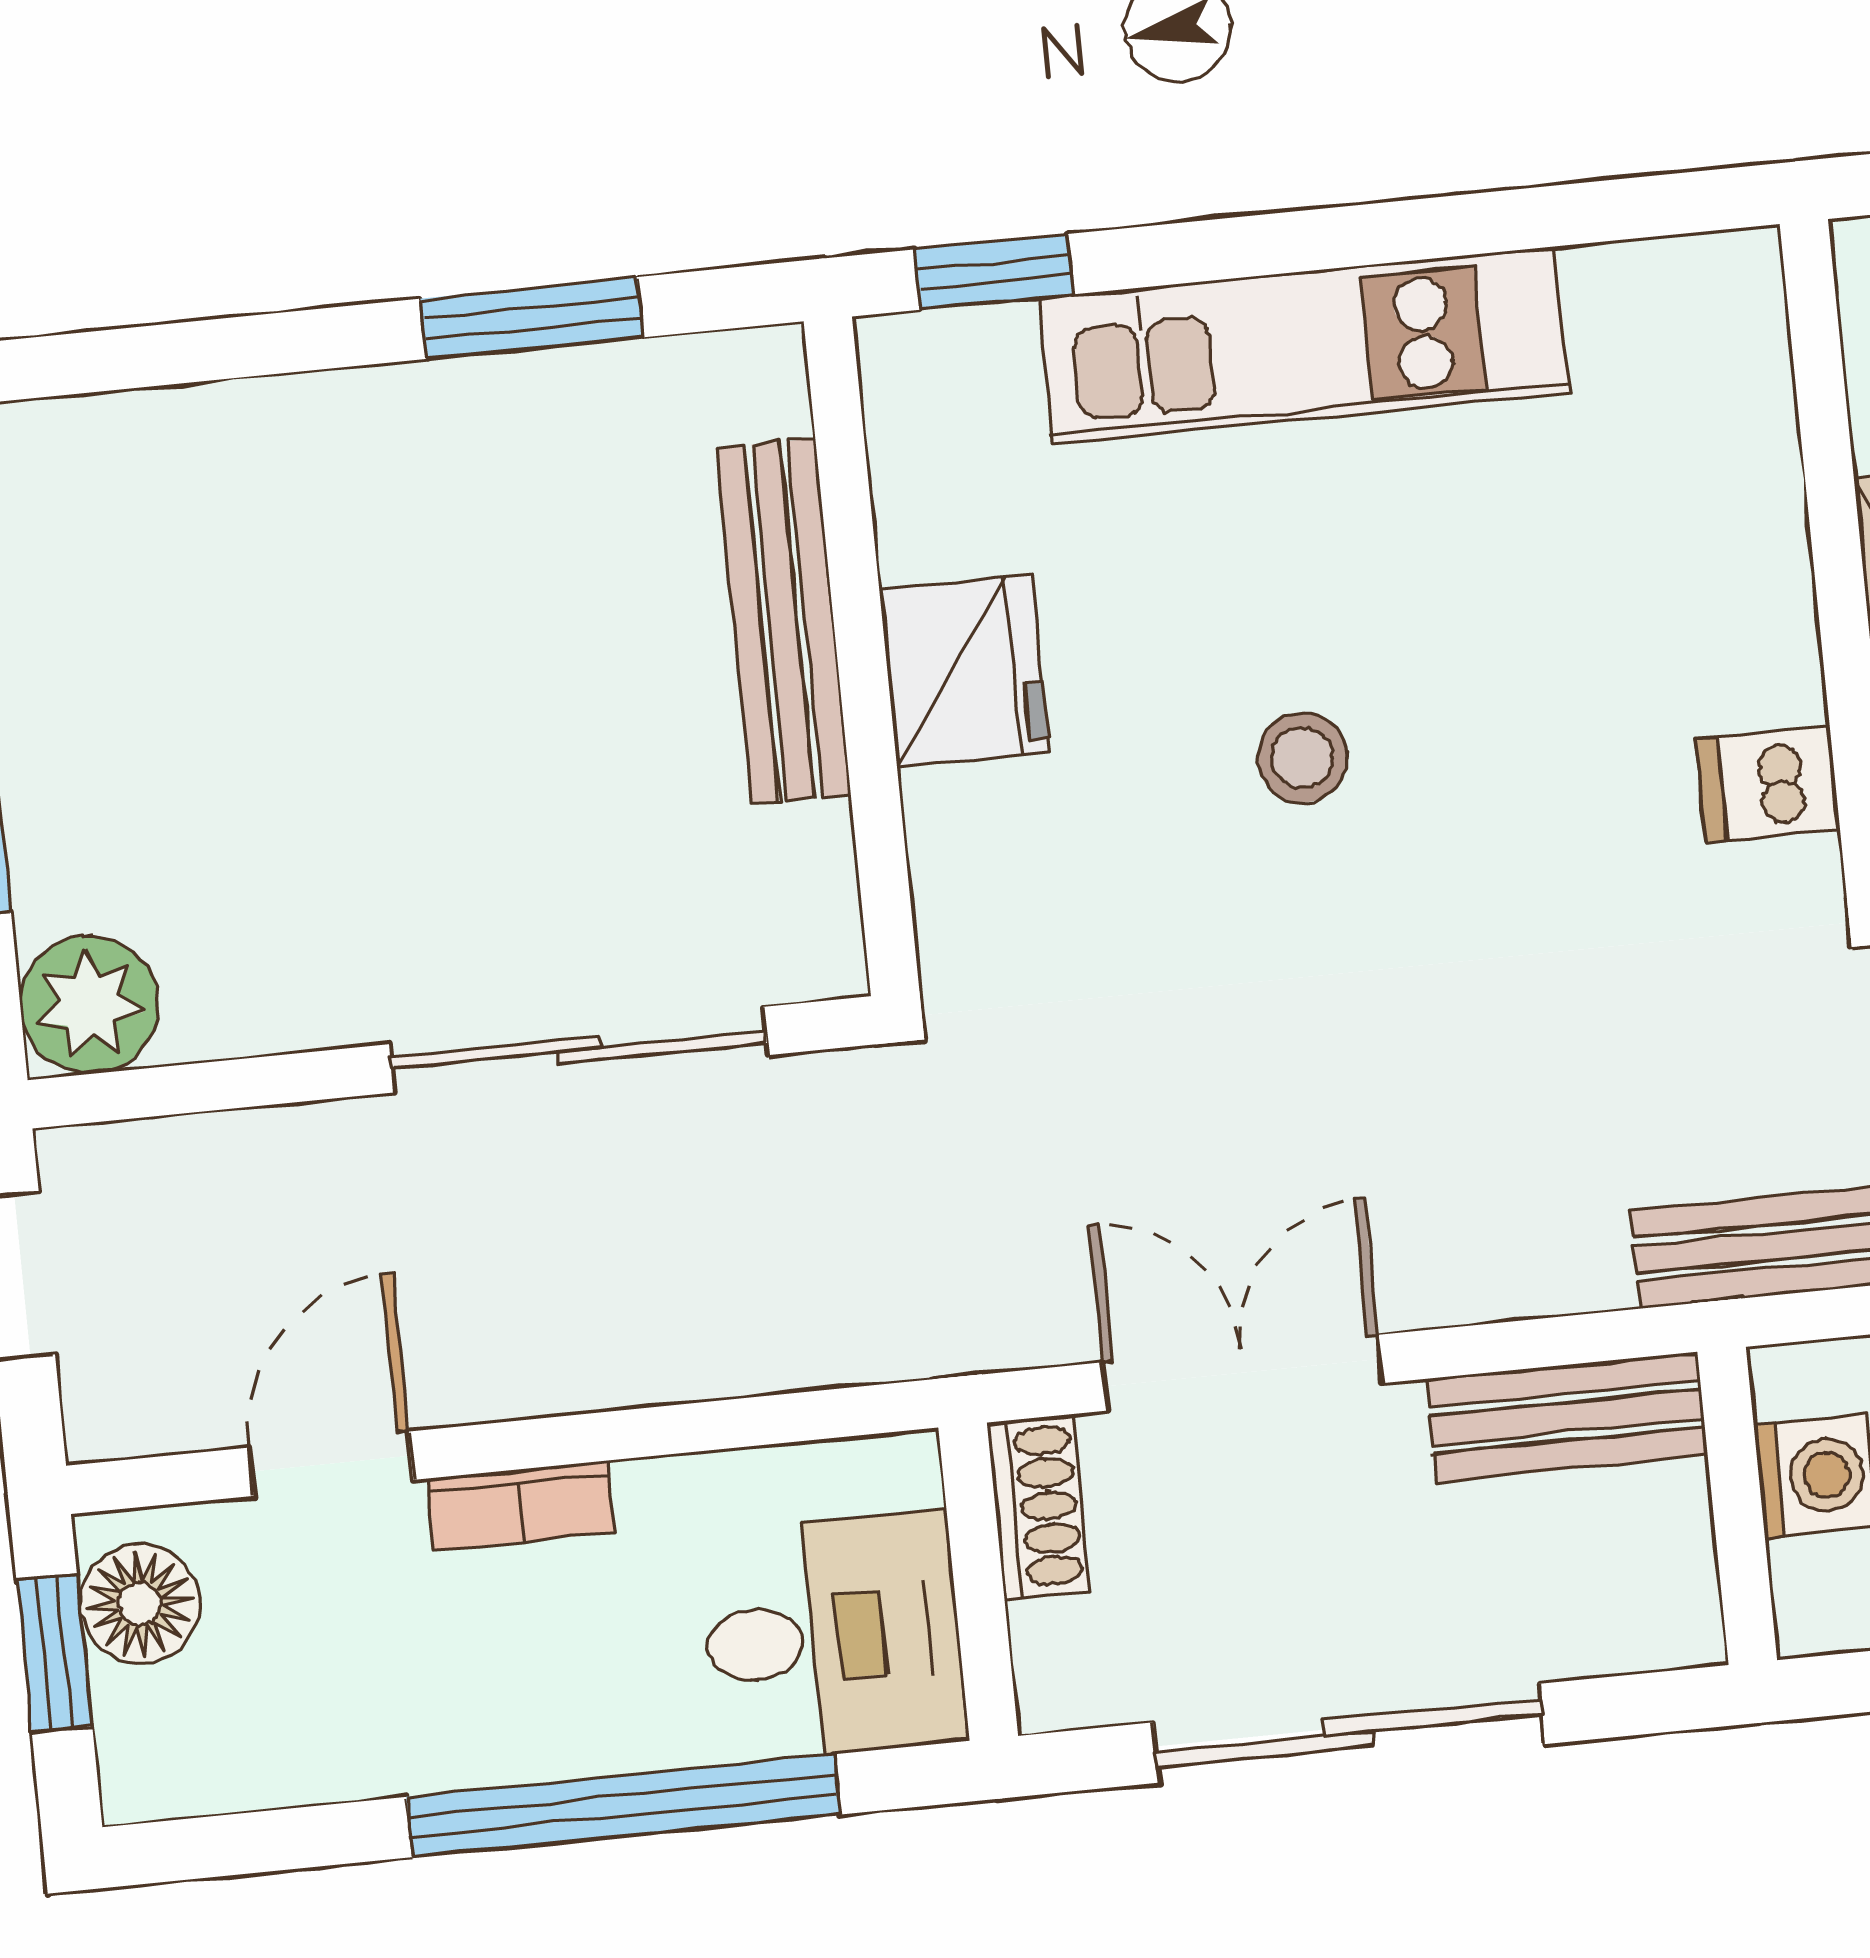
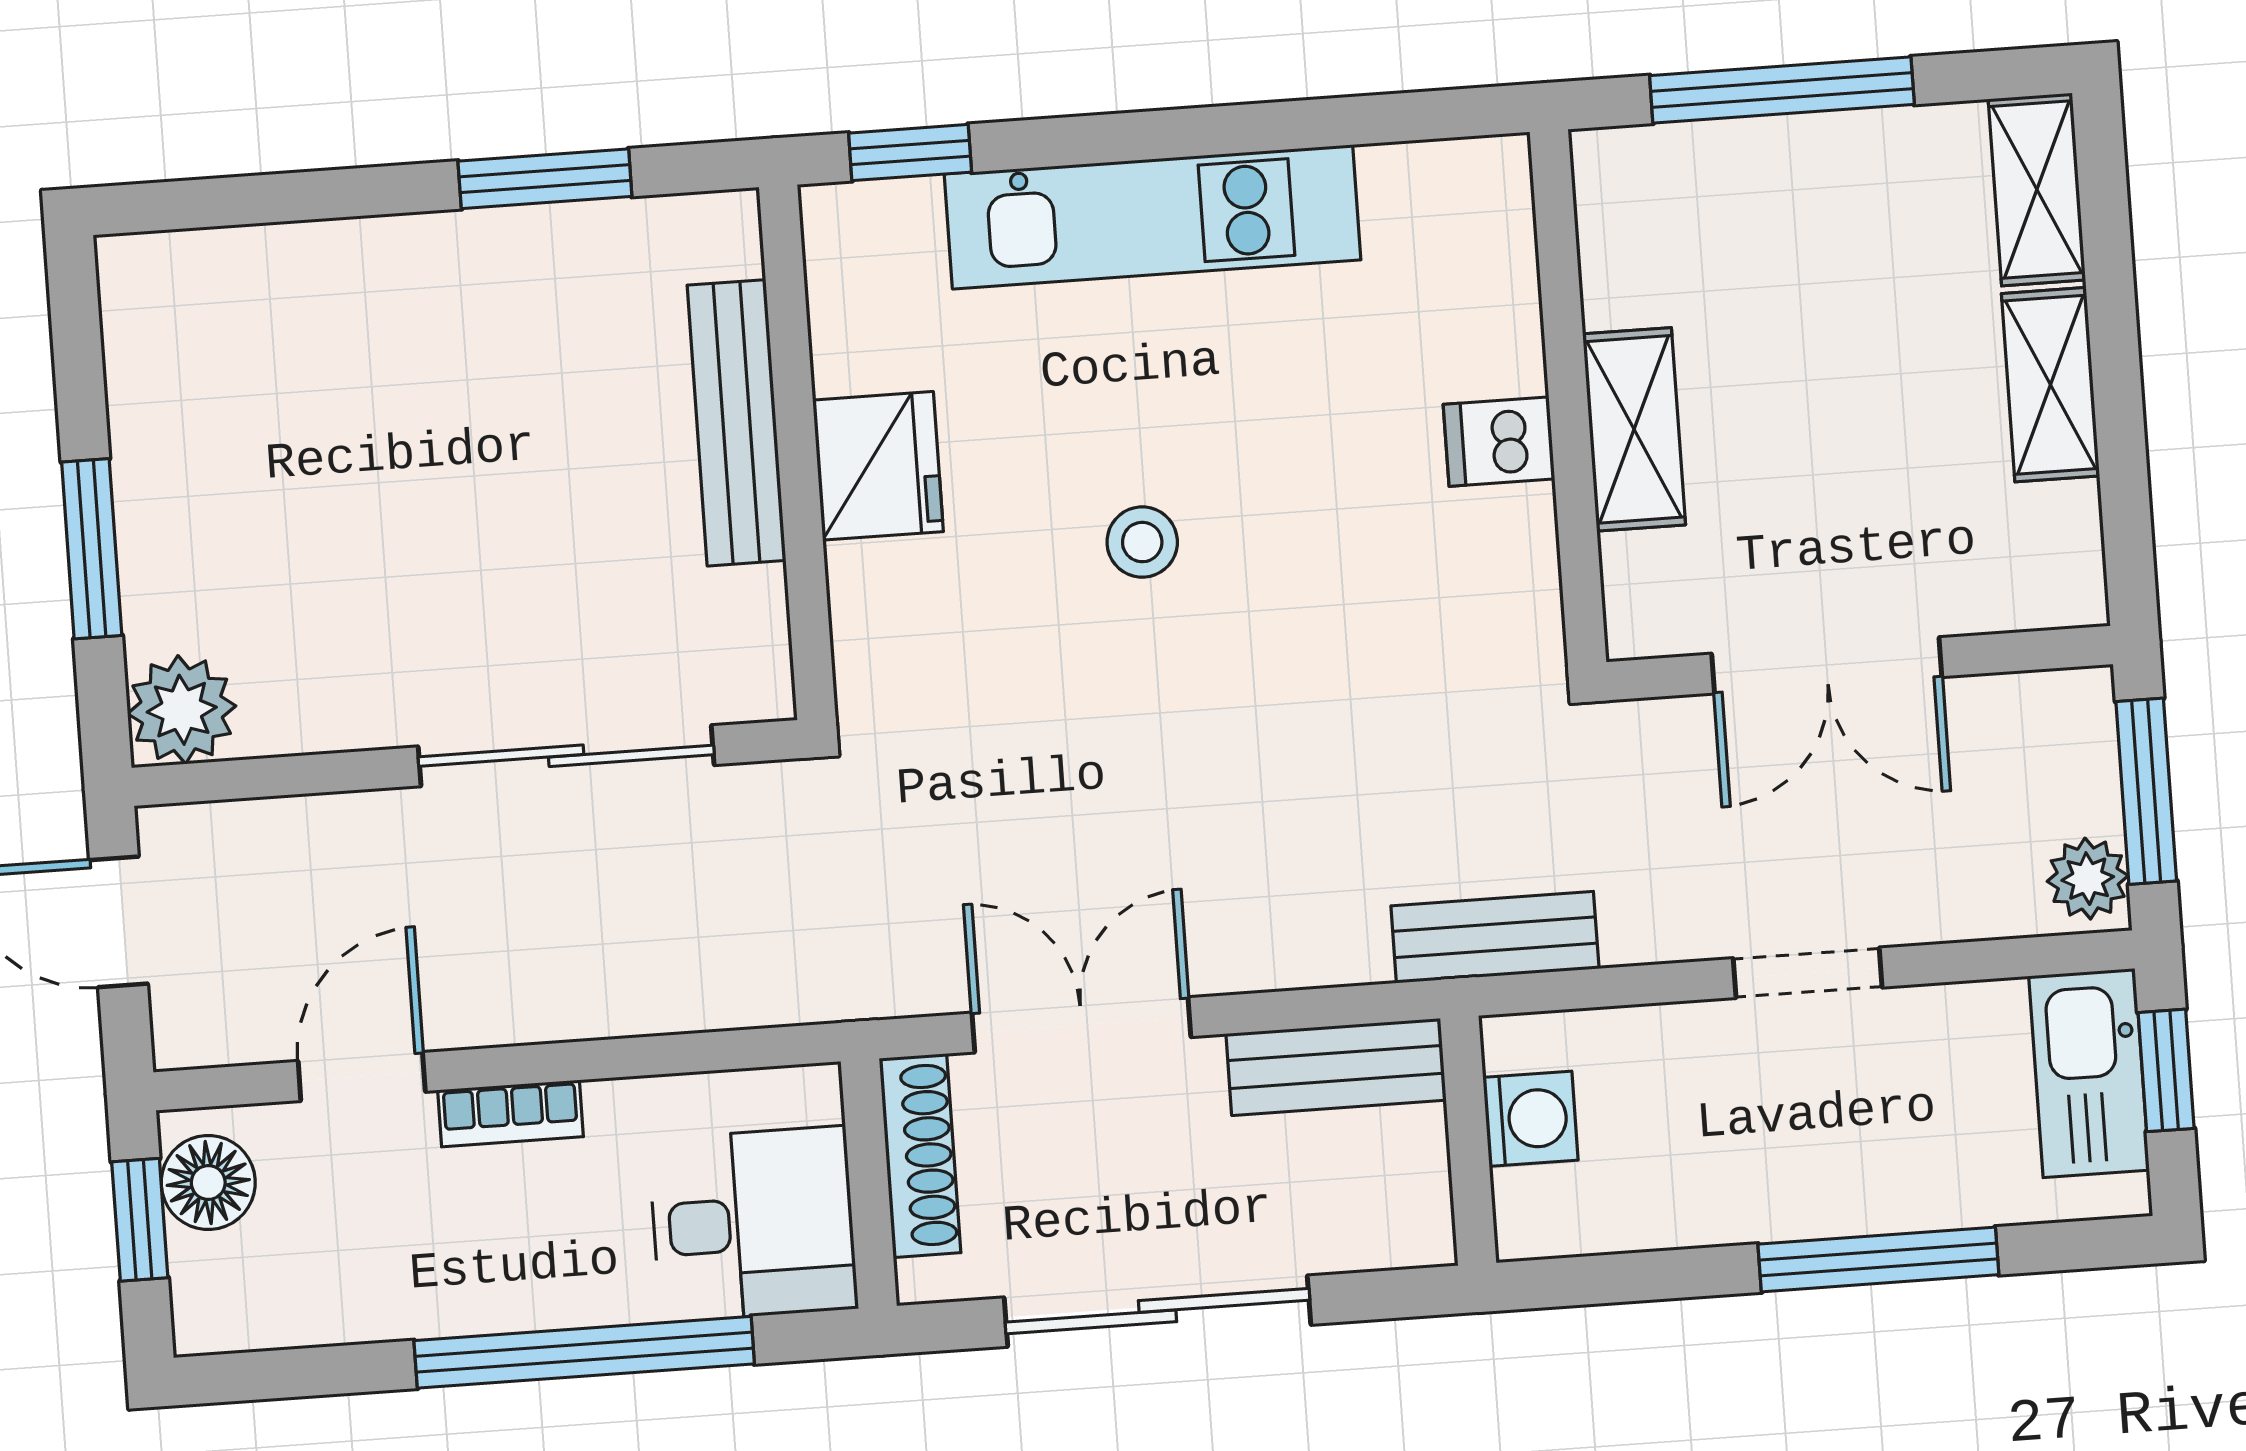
dishwasher: (1768, 784) -> (1499, 442), moved
shoe rack: (1038, 1507) -> (920, 1156), width x1.43

